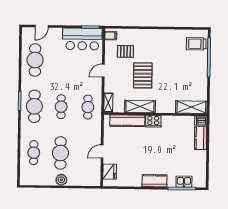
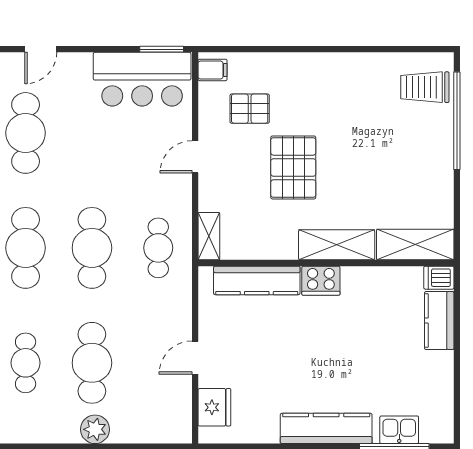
cafe table: (61, 107) -> (92, 248), width x1.37, depth x1.35
shelving: (140, 107) -> (337, 245), moved
kitchen counter: (154, 181) -> (326, 428), width x1.50

